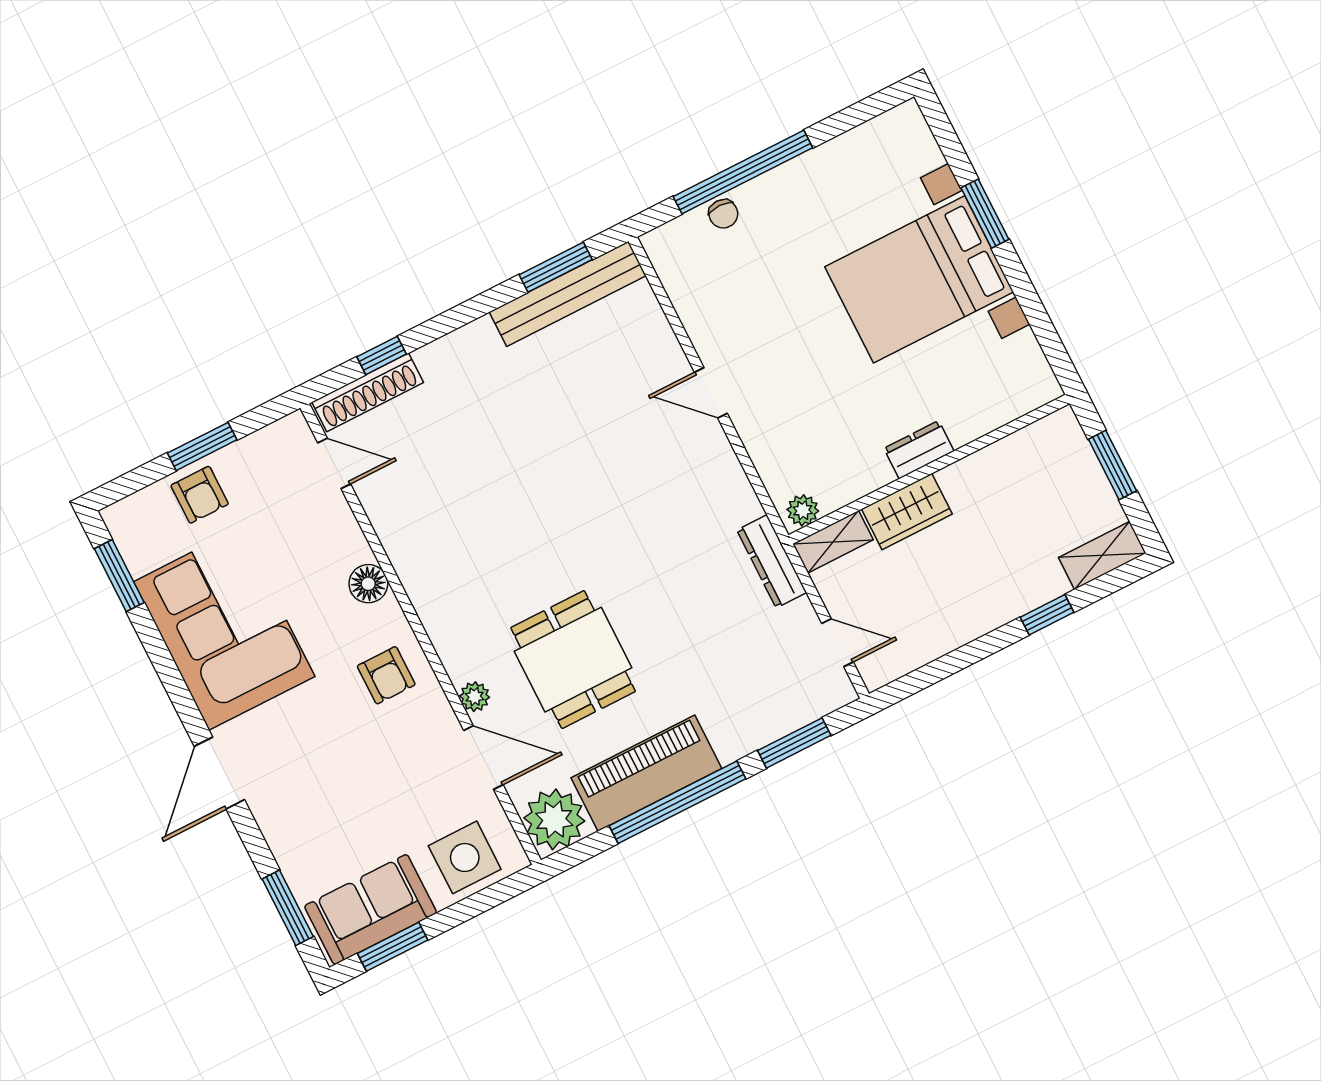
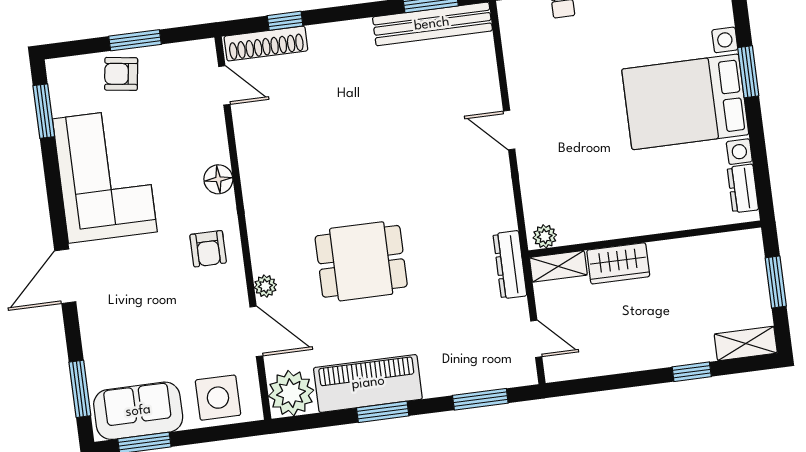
dresser: (919, 450) -> (743, 189), moved, turned -90
armchair: (200, 495) -> (121, 74), turned 98
dining table: (573, 660) -> (361, 261), moved, turned 90
window: (677, 802) -> (383, 412), width x0.47

